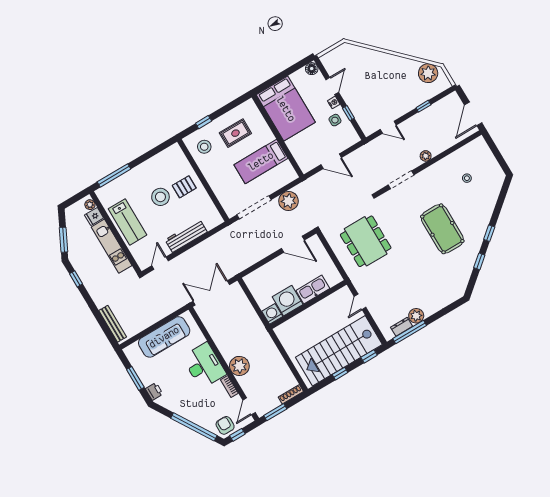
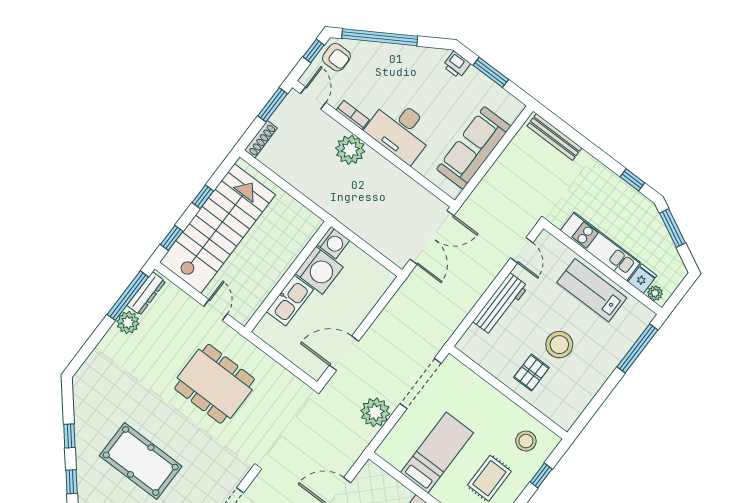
dining table: (366, 241) -> (215, 384), moved
dresser: (402, 327) -> (146, 293), width x1.44

